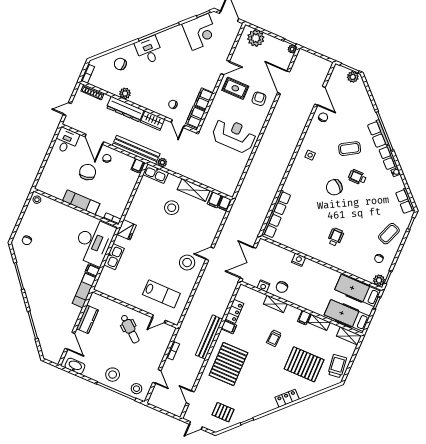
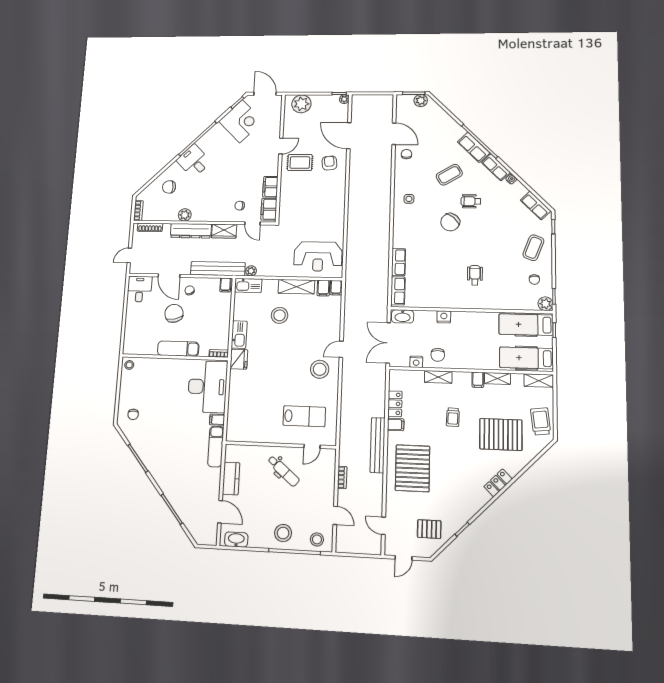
reception desk: (234, 135) -> (318, 256), moved, turned 180
washbasin: (267, 247) -> (403, 316), added
kitchen sink: (114, 257) -> (239, 335), moved

